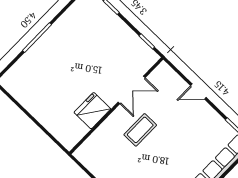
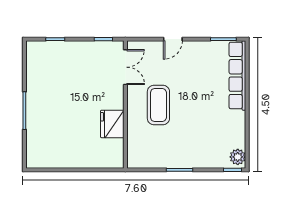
double door: (132, 90) -> (125, 67), moved
coffee table: (140, 130) -> (158, 105), width x1.36, depth x1.32

